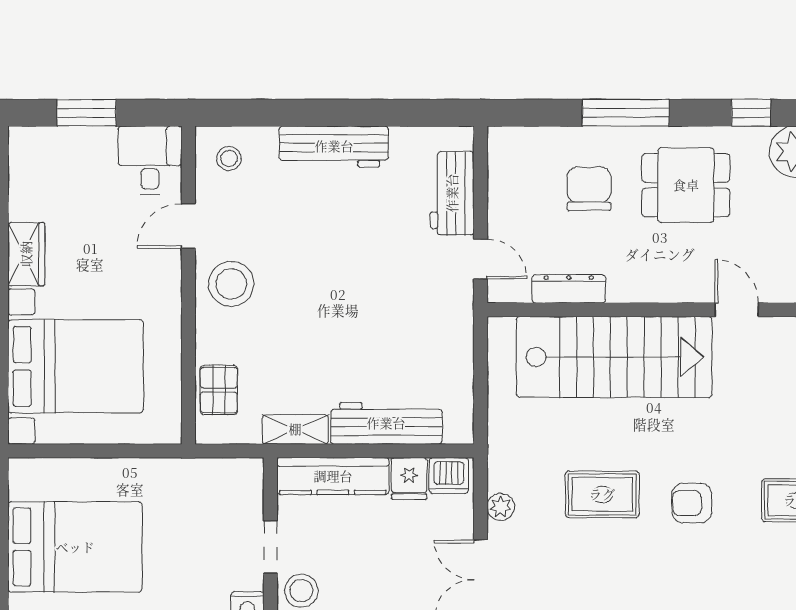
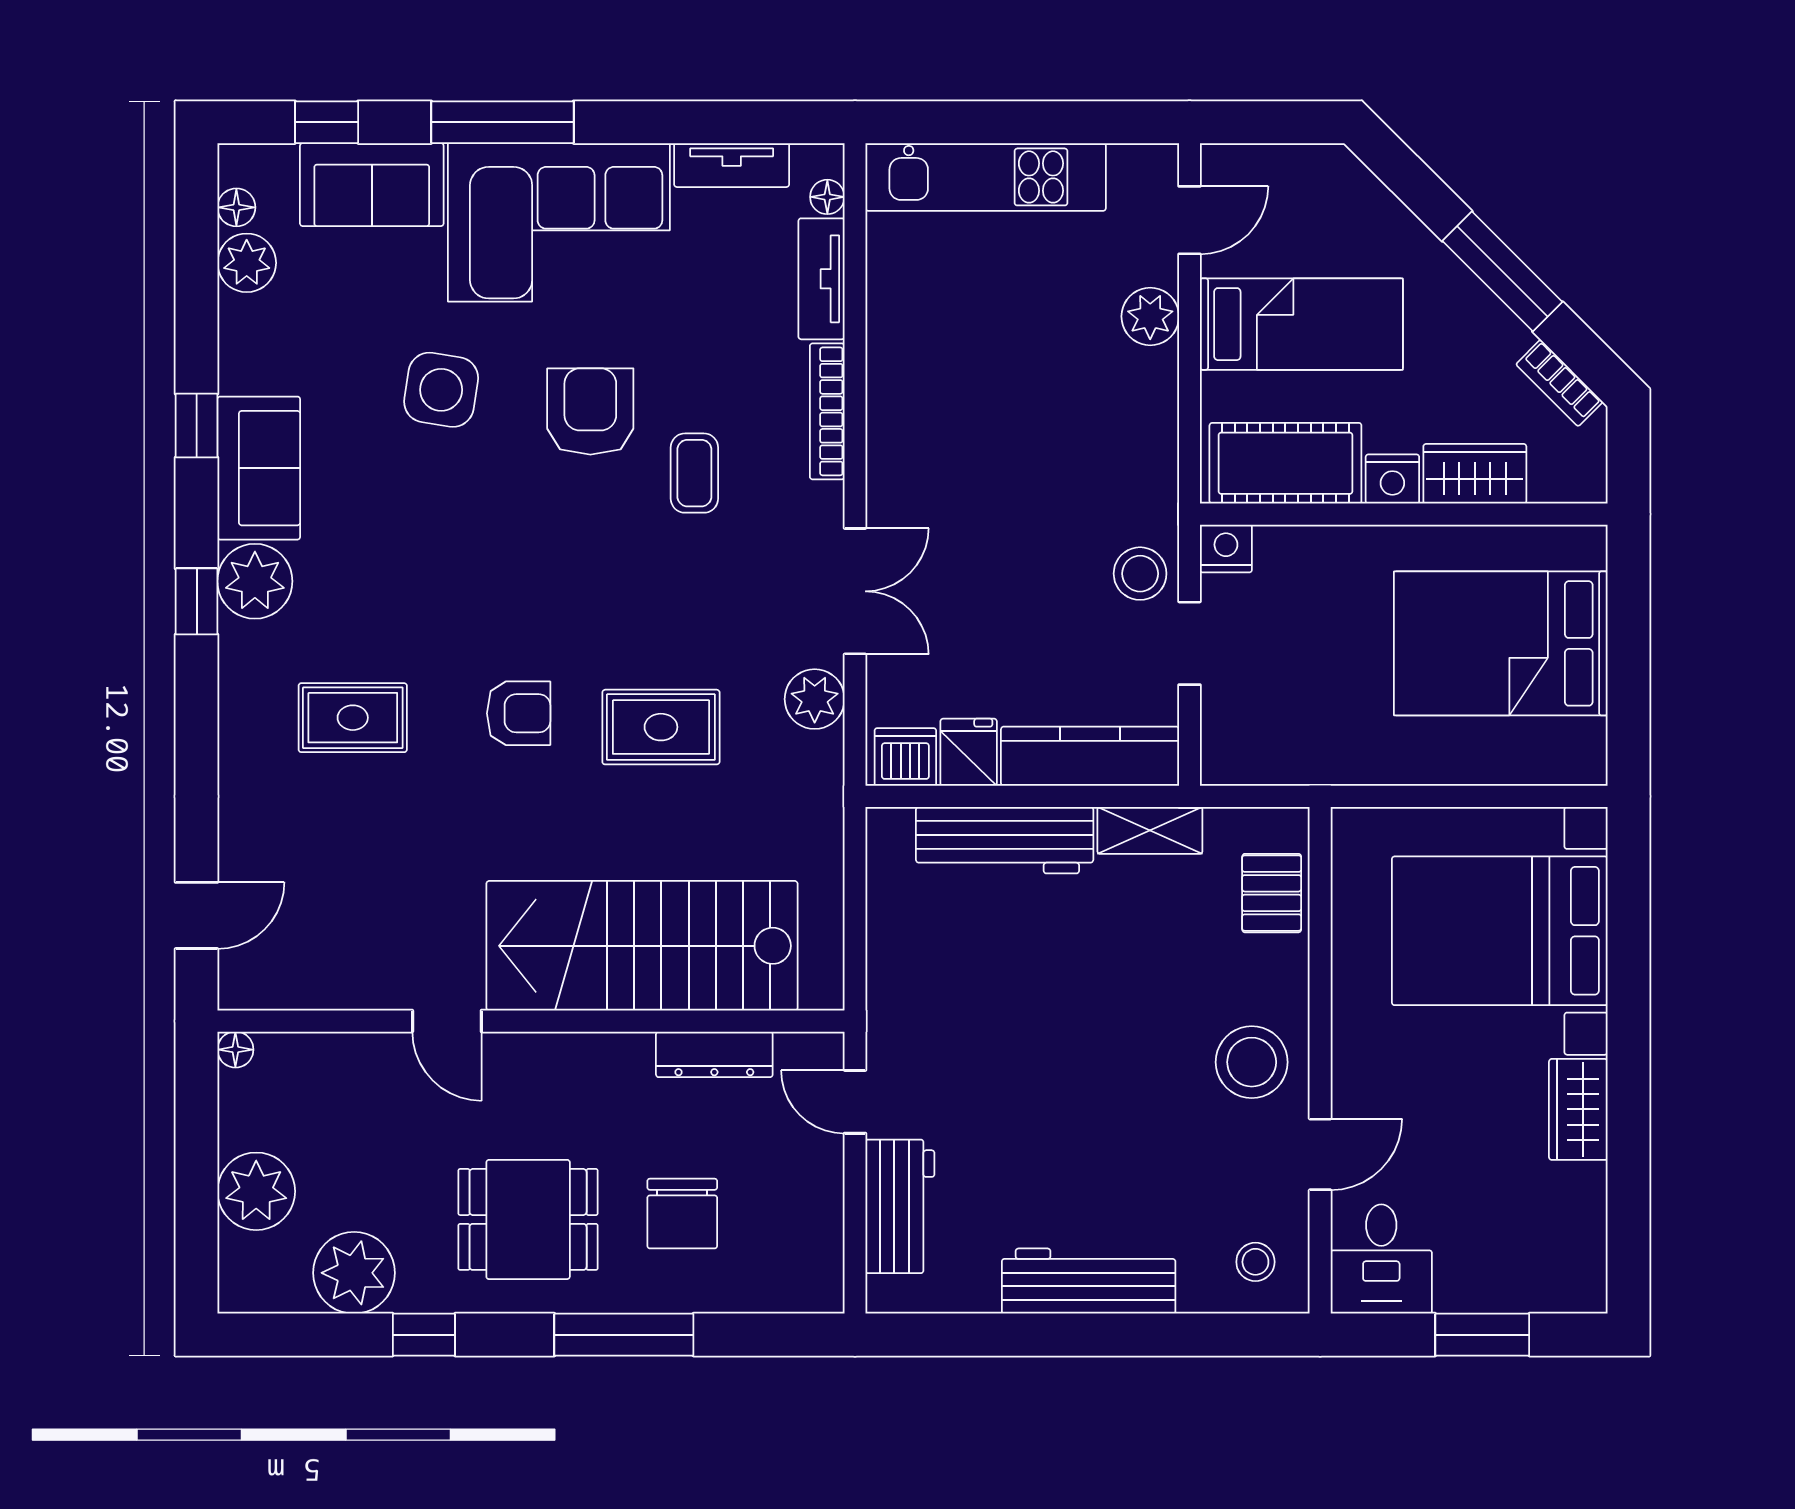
plant: (501, 507) -> (815, 699), width x1.38, depth x1.38

